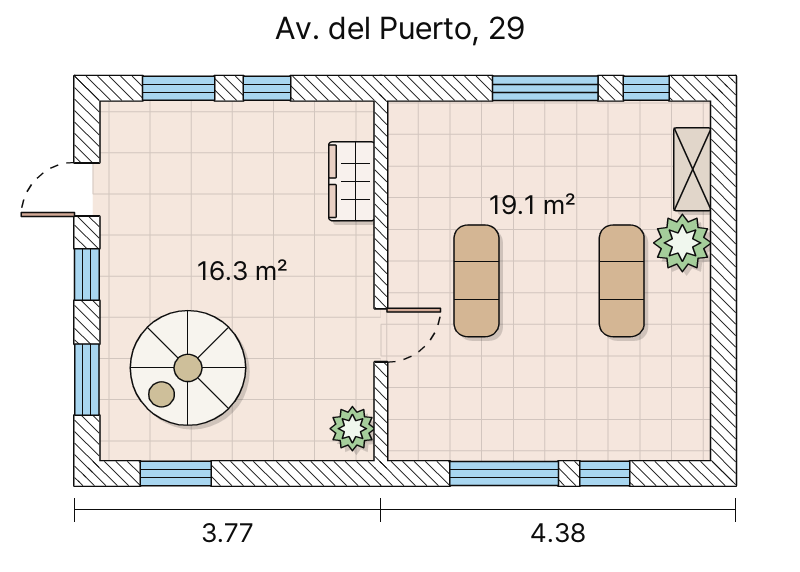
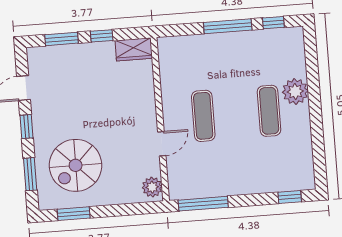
shelving: (693, 169) -> (297, 58), removed
wardrobe: (352, 181) -> (134, 49), moved, turned -90
window: (504, 473) -> (203, 204), moved
window: (605, 473) -> (290, 197), moved

